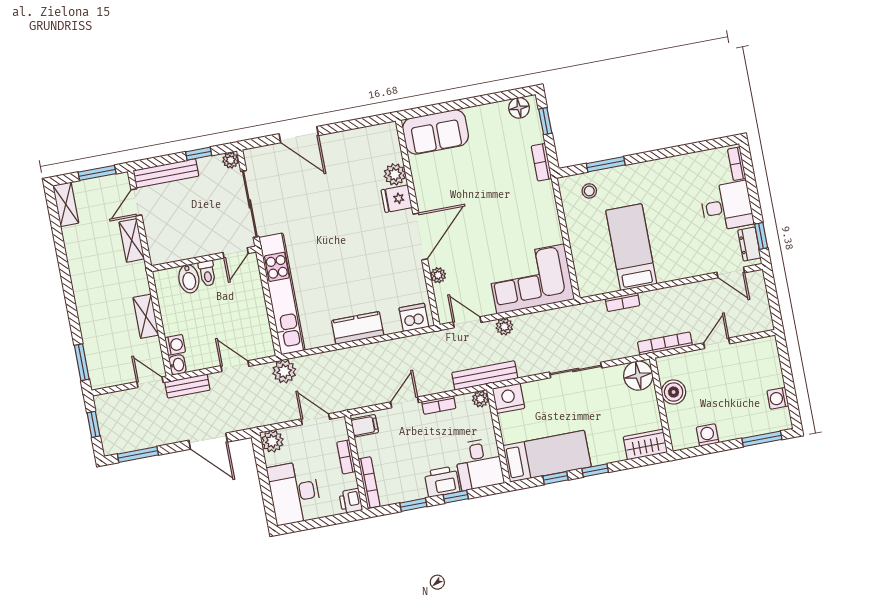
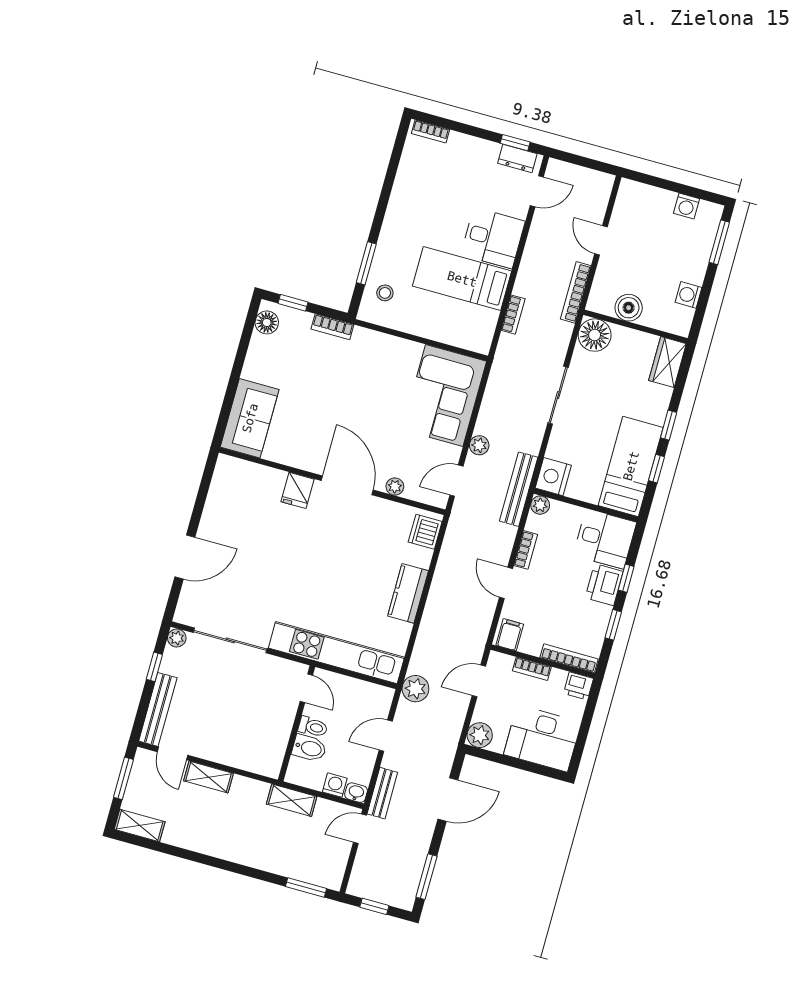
plant: (395, 174) -> (272, 480), removed
desk: (727, 206) -> (493, 238), moved, turned 90
door: (236, 253) -> (306, 688), moved
wall: (204, 259) -> (297, 723), moved
toilet: (207, 273) -> (313, 727), moved
bidet: (189, 279) -> (309, 748), moved

